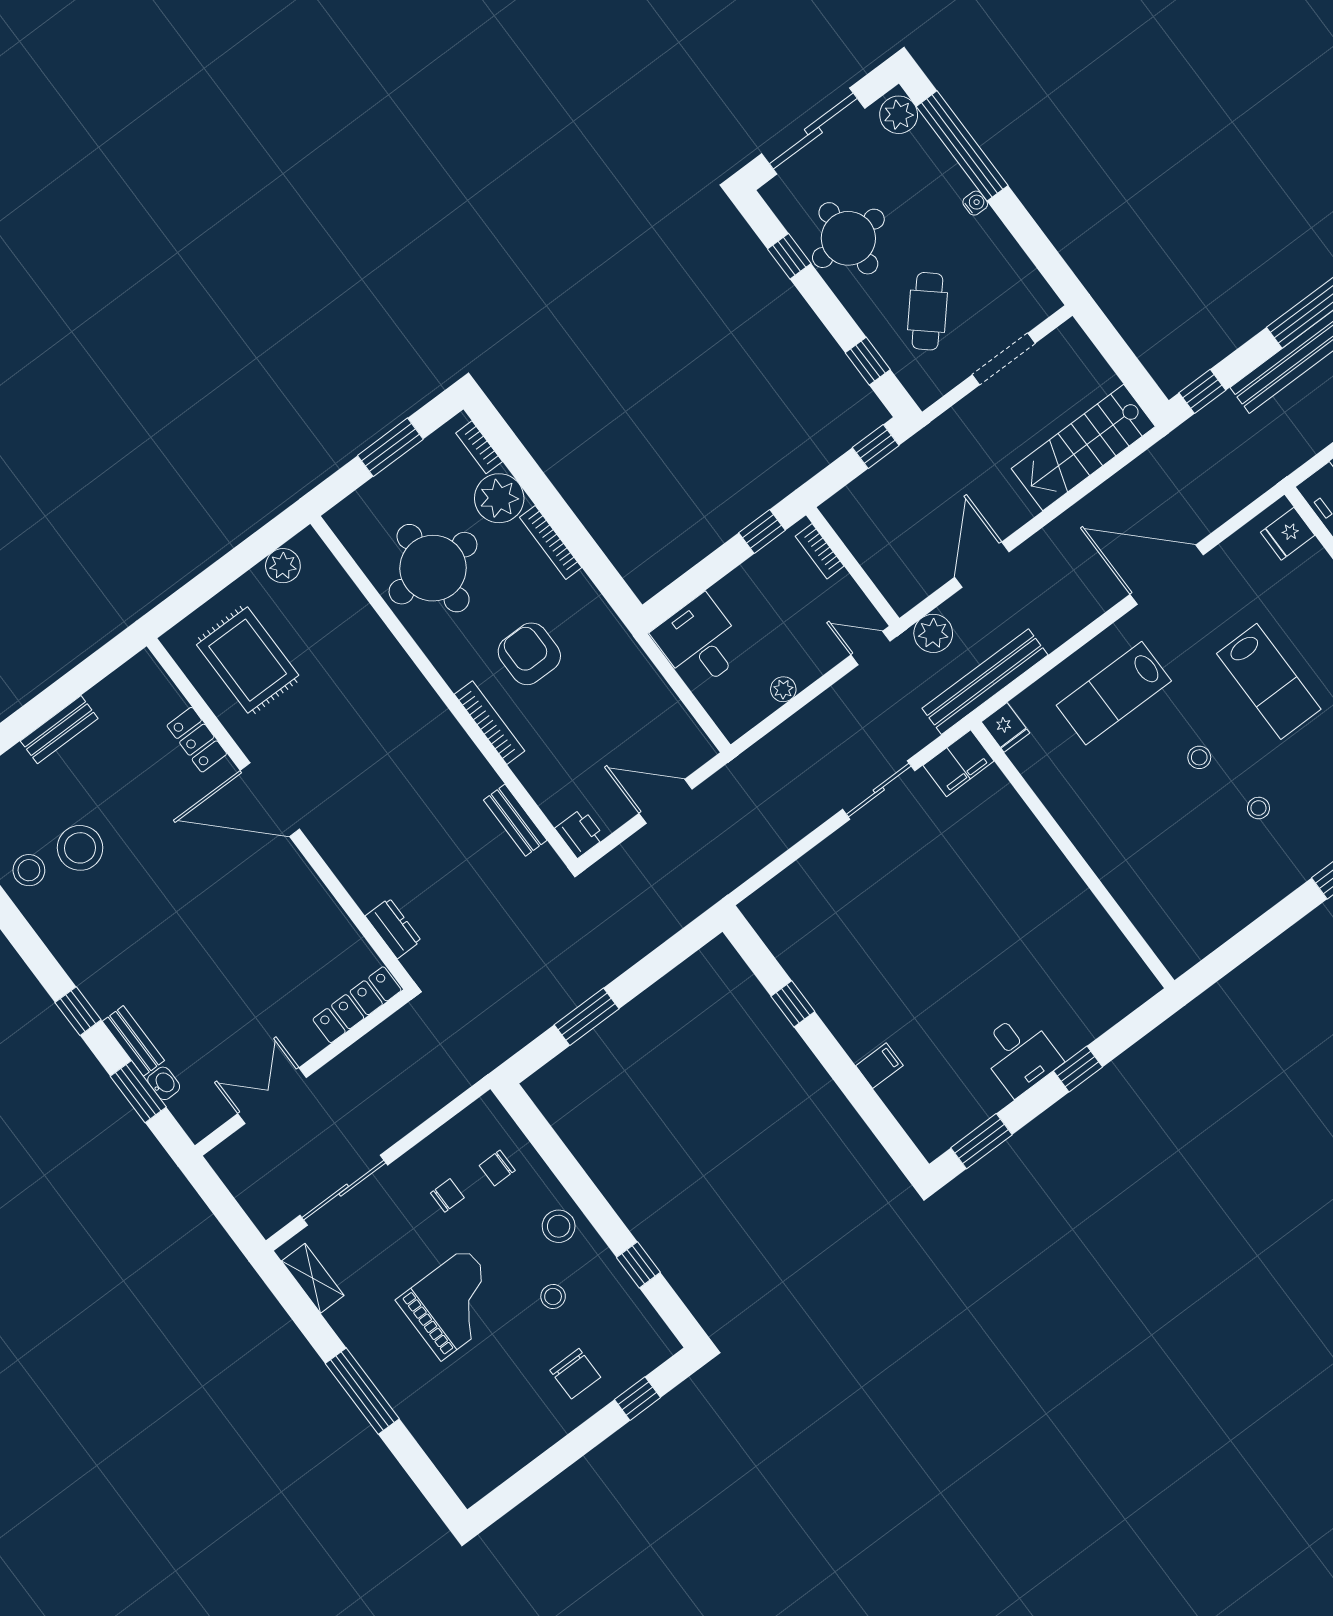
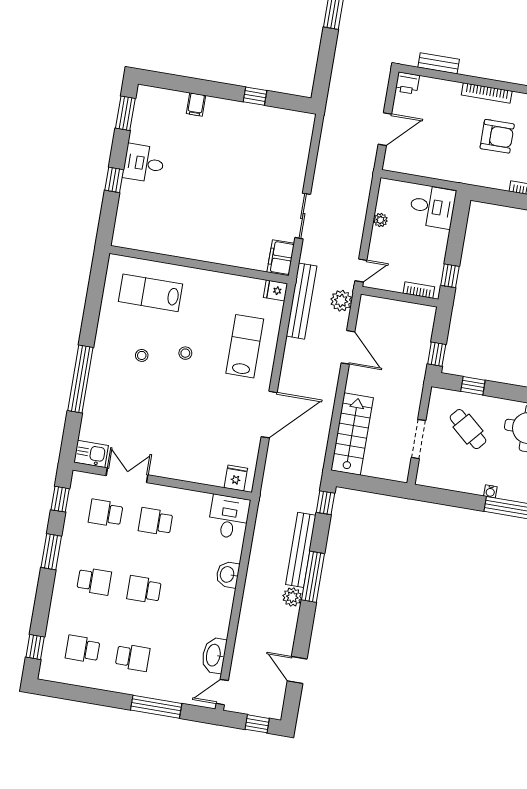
lab bench: (1269, 681) -> (150, 293), moved

